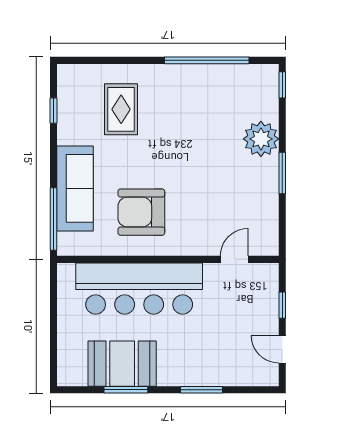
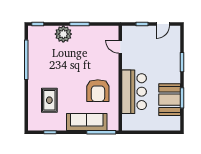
rug: (121, 109) -> (49, 100), turned 90
bar counter: (139, 289) -> (134, 92), width x0.73

